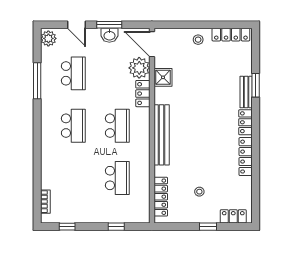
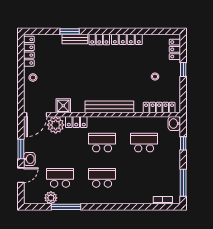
washbasin: (109, 35) -> (29, 159), moved
plant: (48, 38) -> (51, 198), moved
washbasin: (141, 216) -> (174, 123), added
window: (67, 227) -> (183, 183), width x2.17

